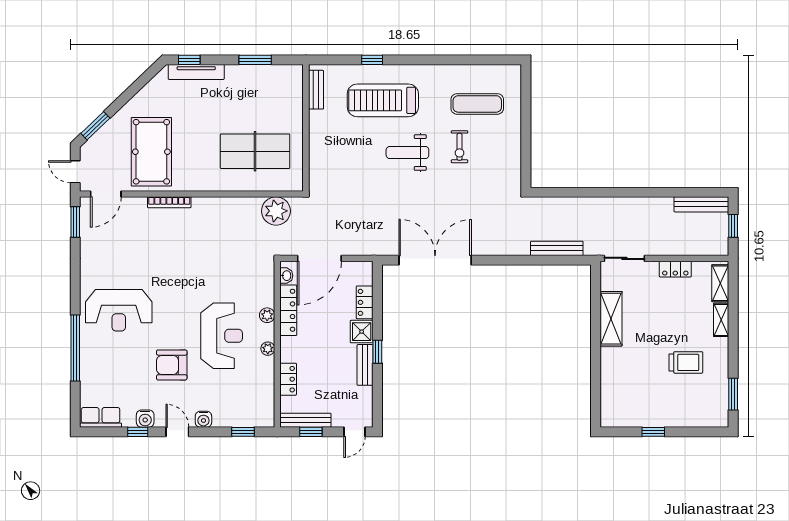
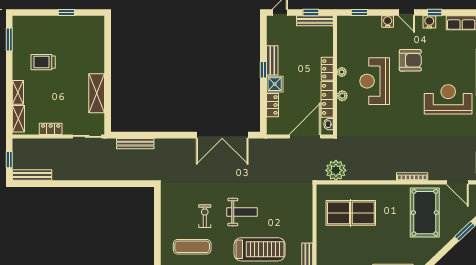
door: (106, 194) -> (457, 182), swing flipped
locker: (288, 379) -> (327, 69), moved

